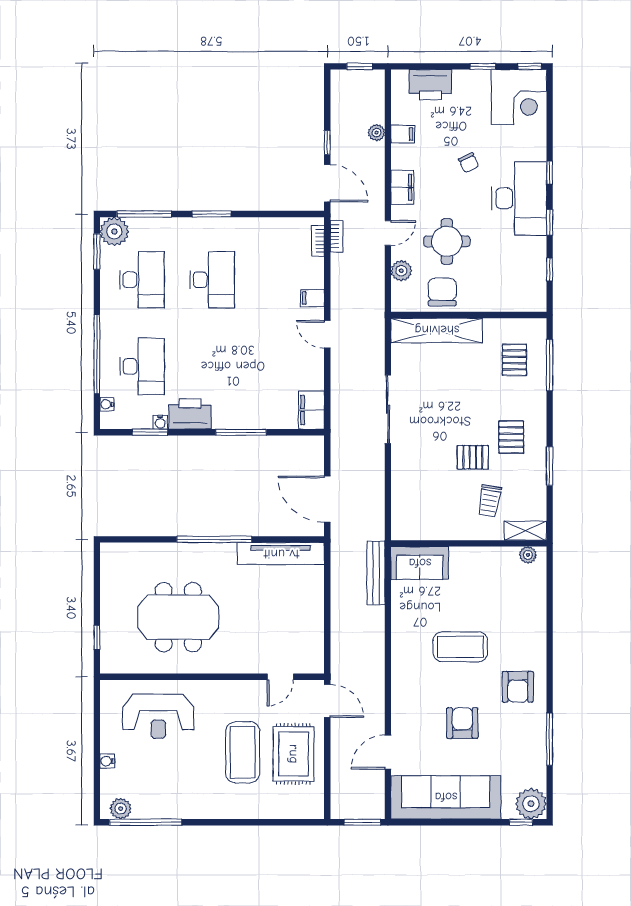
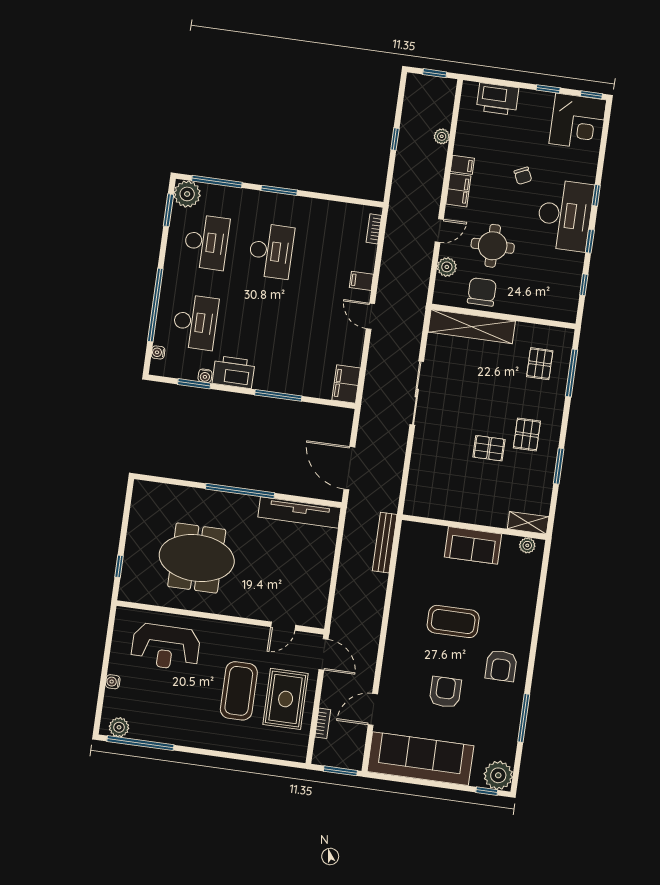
filing cabinet: (403, 134) -> (462, 165), moved
door: (327, 183) -> (390, 177), removed
bookcase: (337, 236) -> (323, 723), moved
trolley: (489, 501) -> (499, 491), removed
sofa: (420, 563) -> (473, 545), moved

